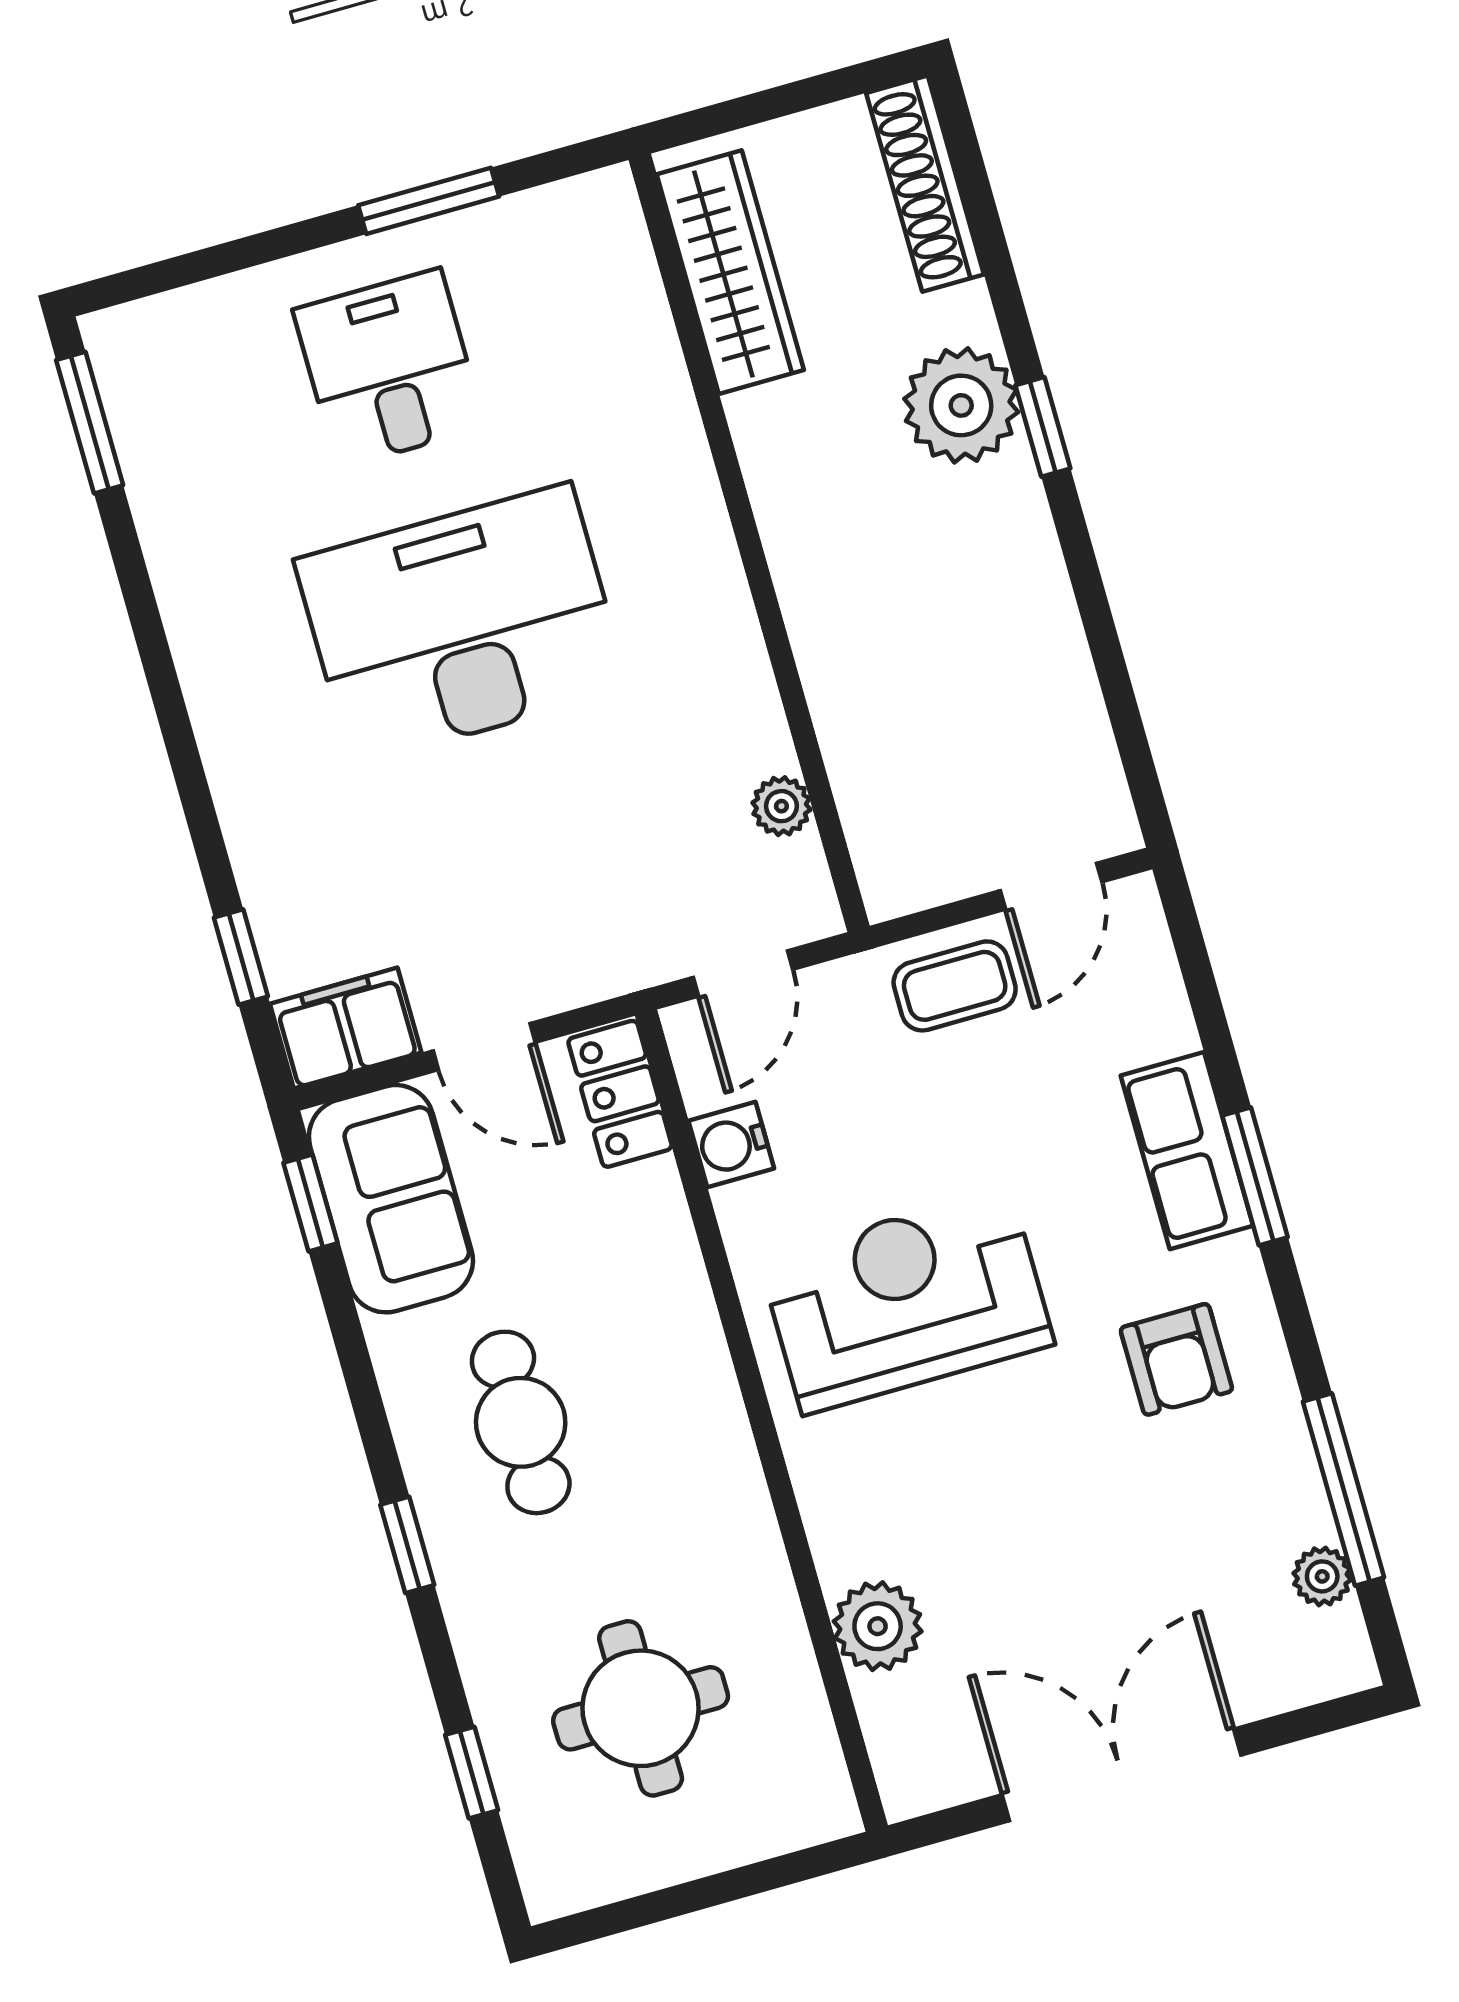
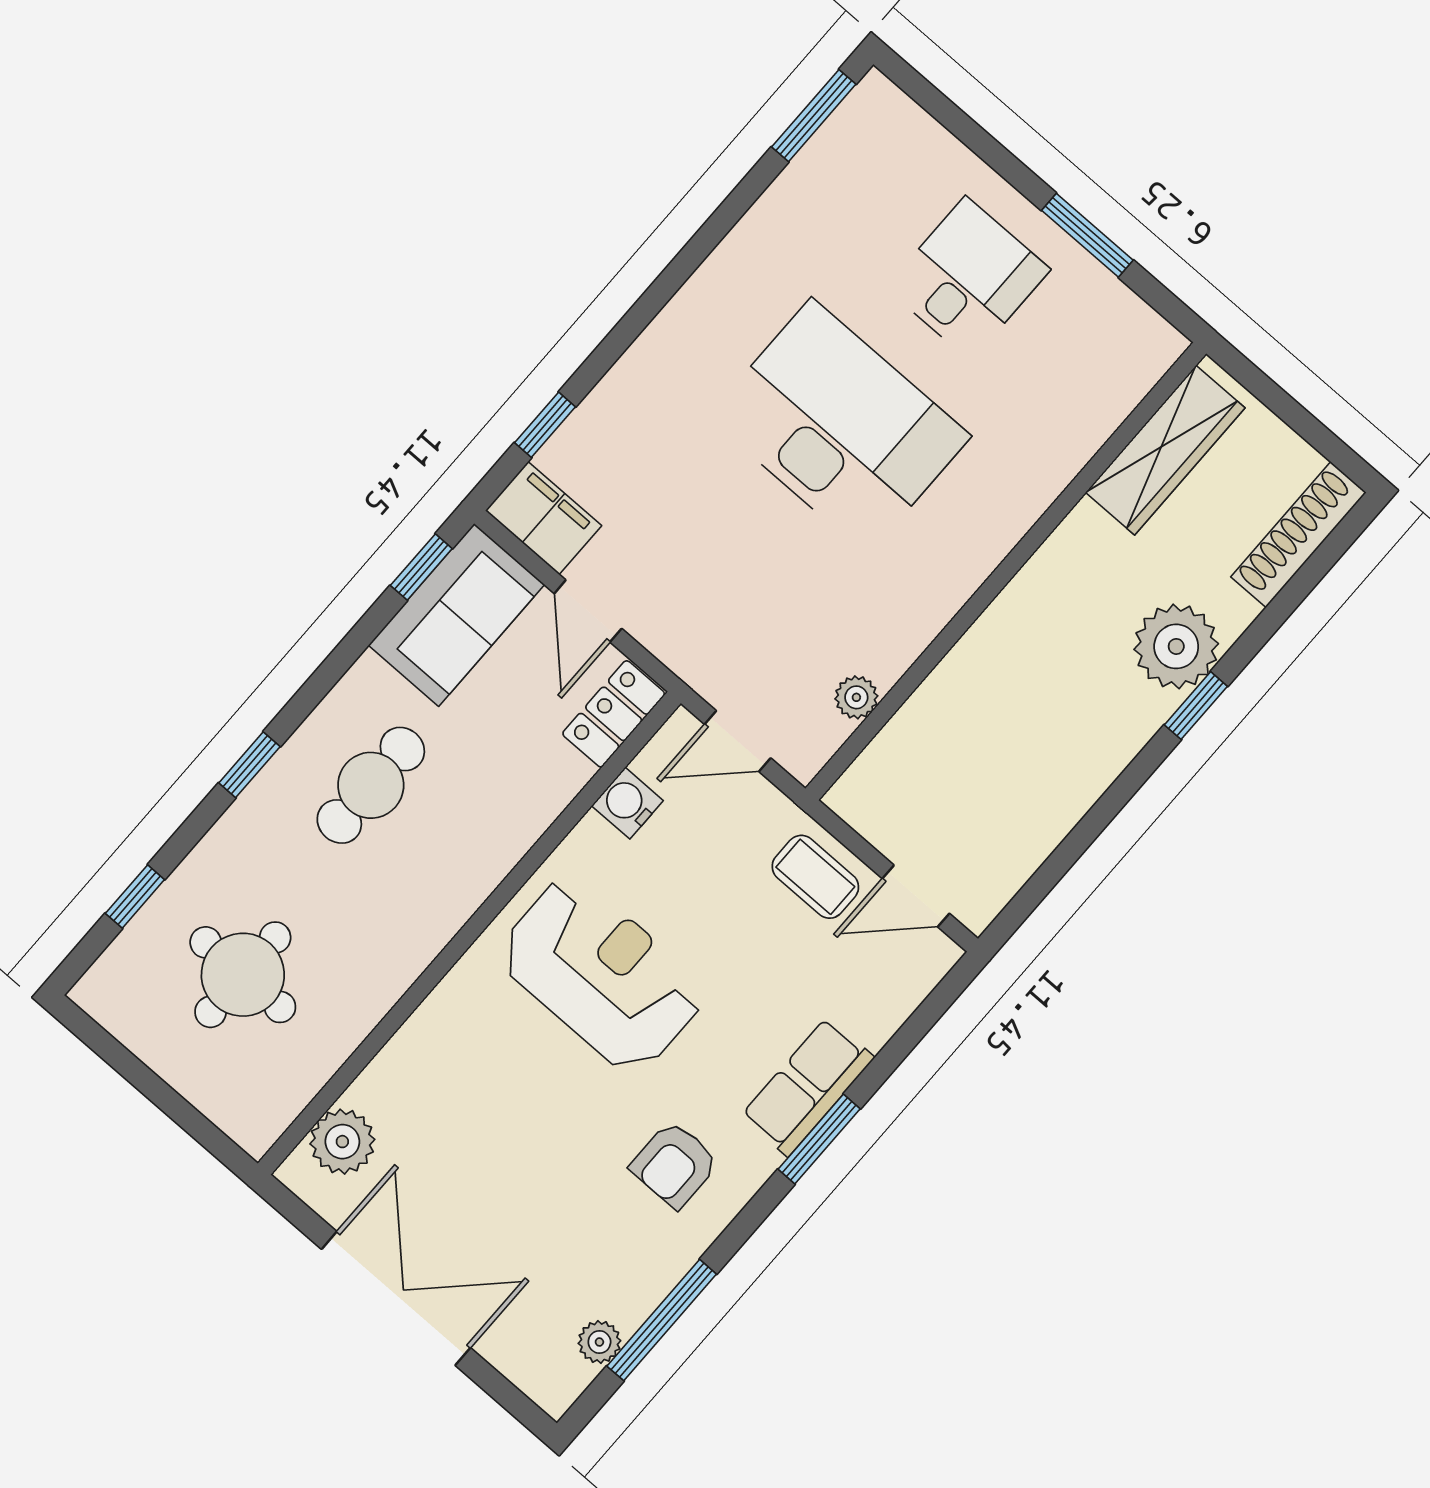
plant: (878, 1626) -> (342, 1142), moved

